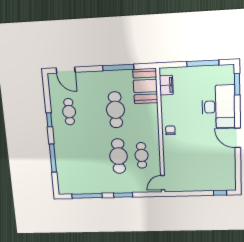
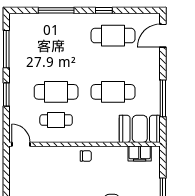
cafe table: (69, 112) -> (113, 36), width x1.37, depth x1.35

